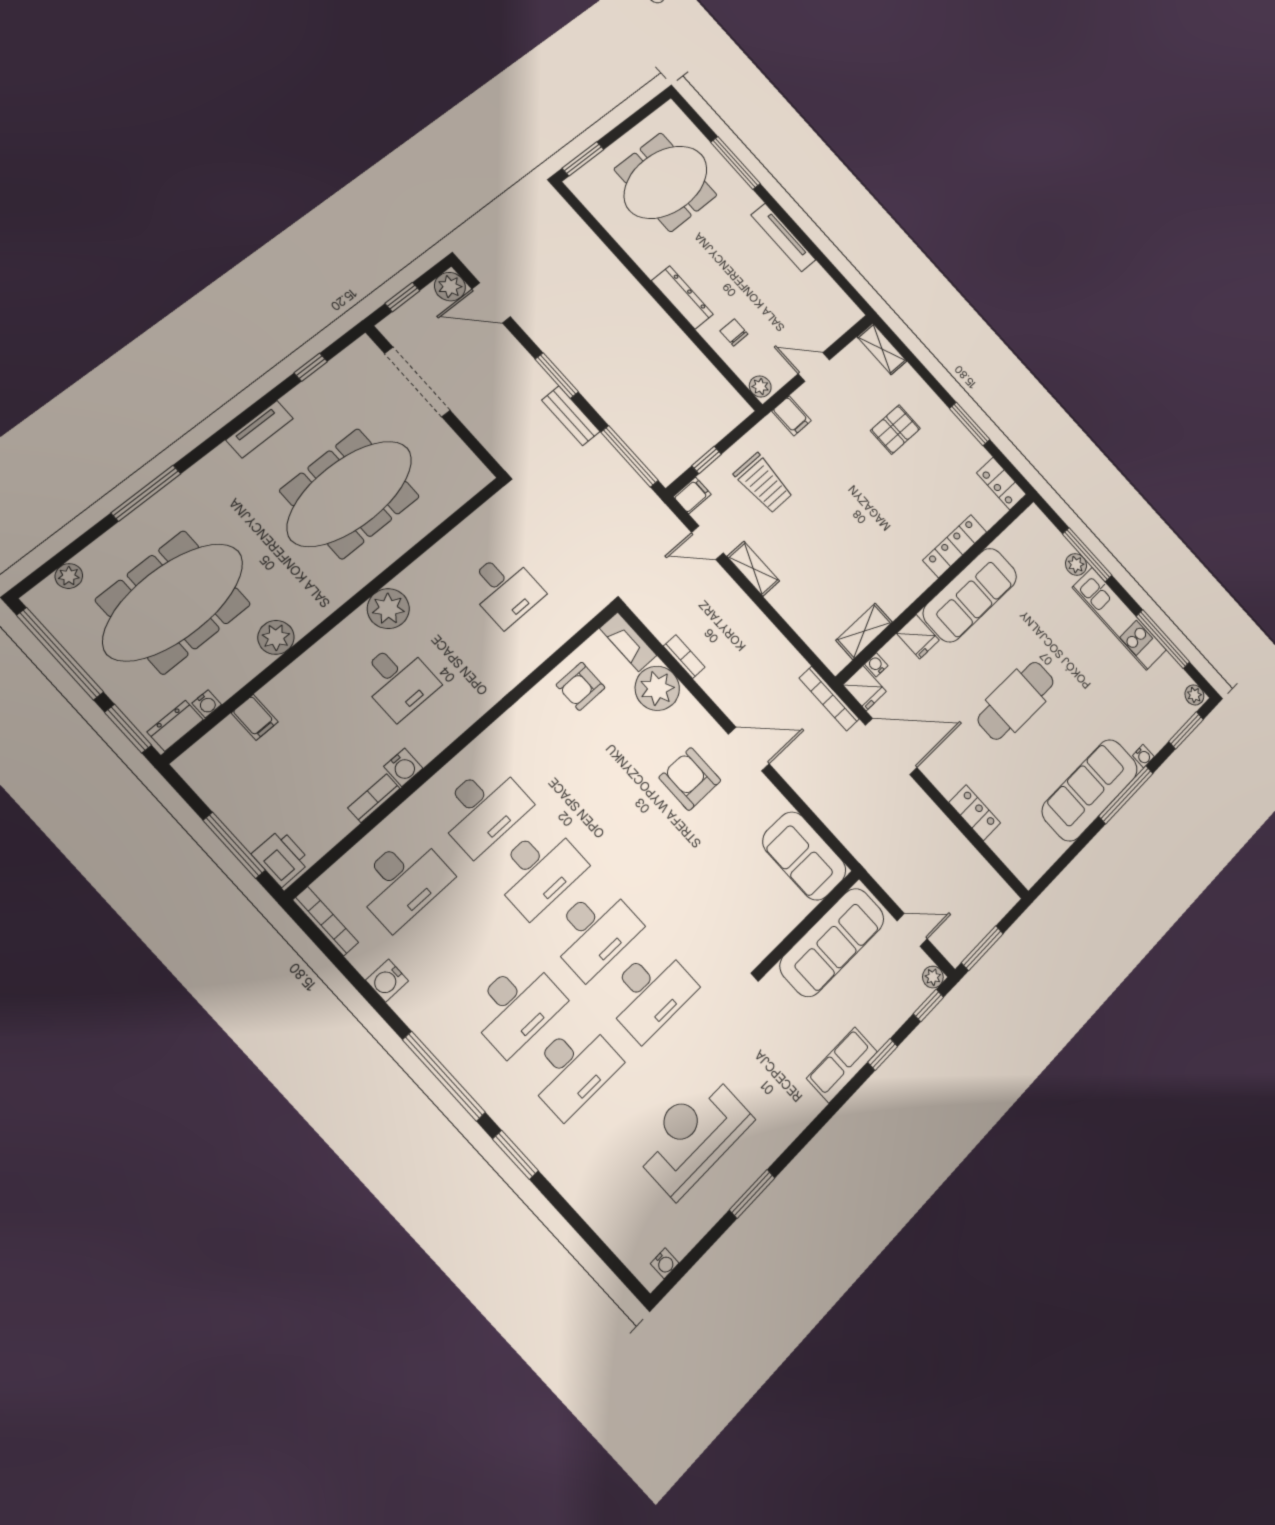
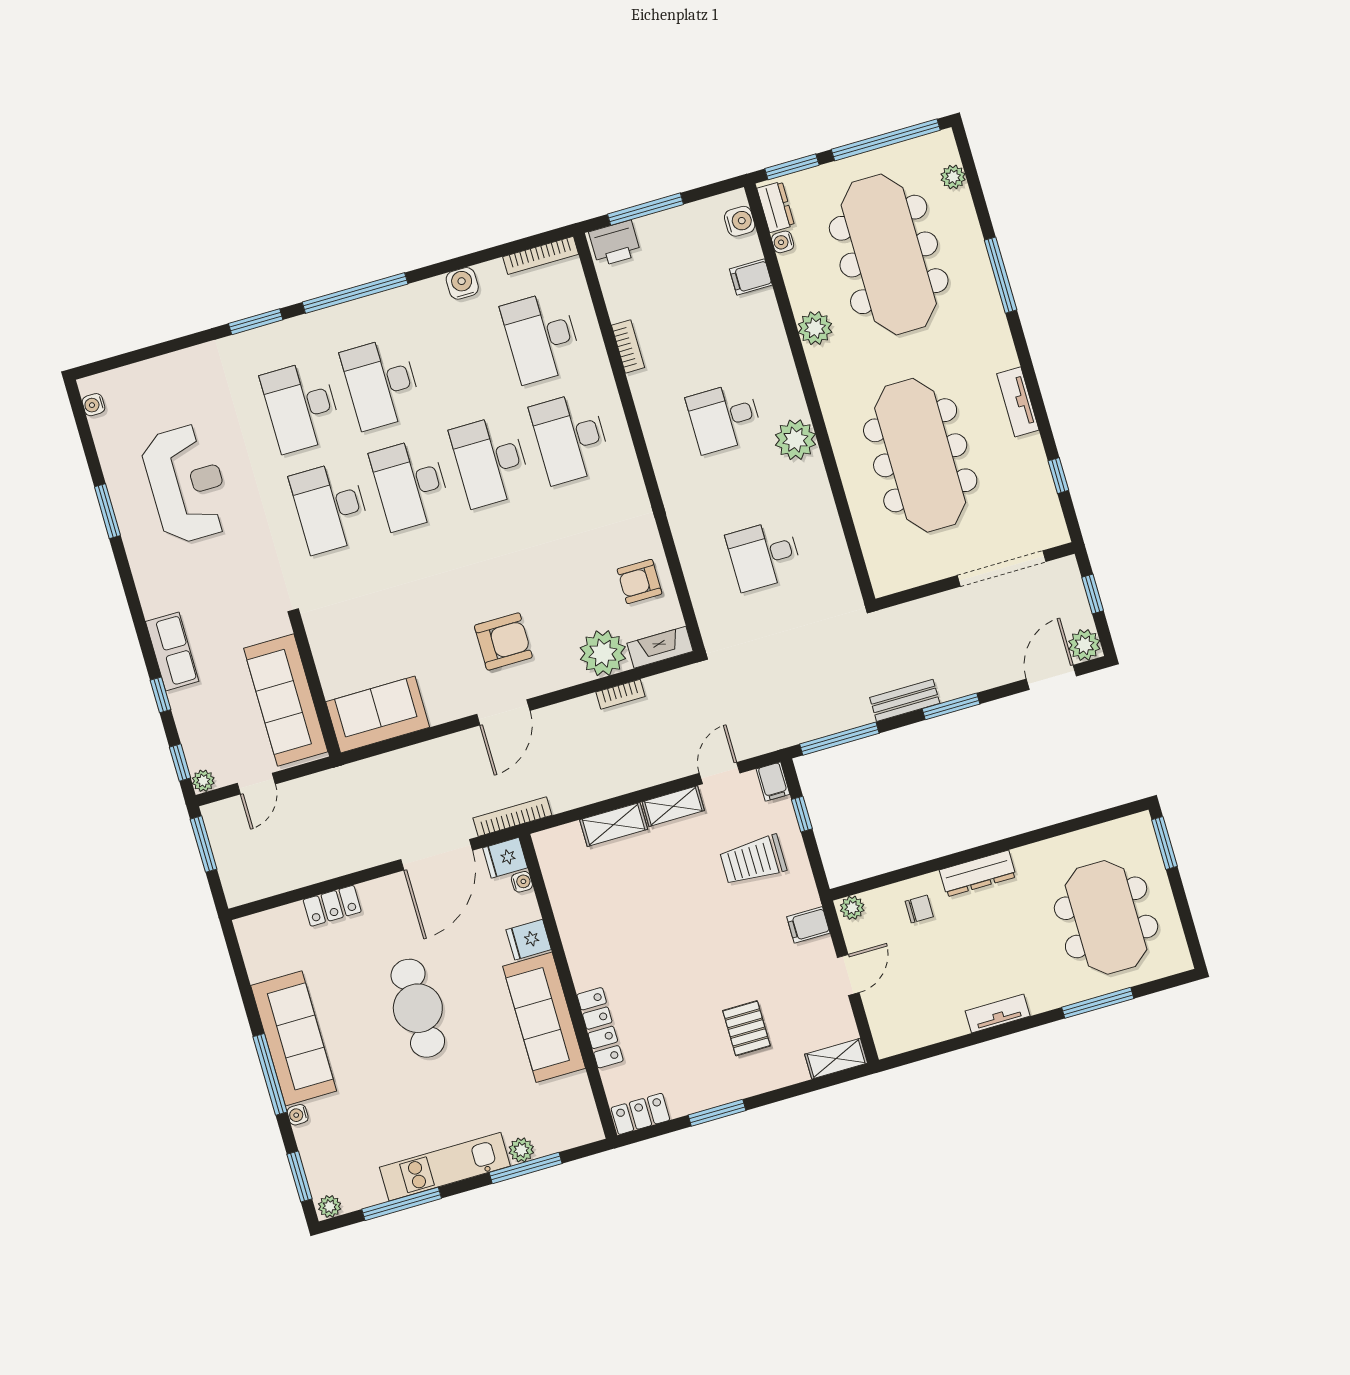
tv unit: (783, 237) -> (998, 1014), width x0.71
shelving: (864, 631) -> (614, 825), moved, turned 90
armchair: (581, 686) -> (639, 581), turned -90
water cooler: (403, 767) -> (740, 221), moved, turned 180

